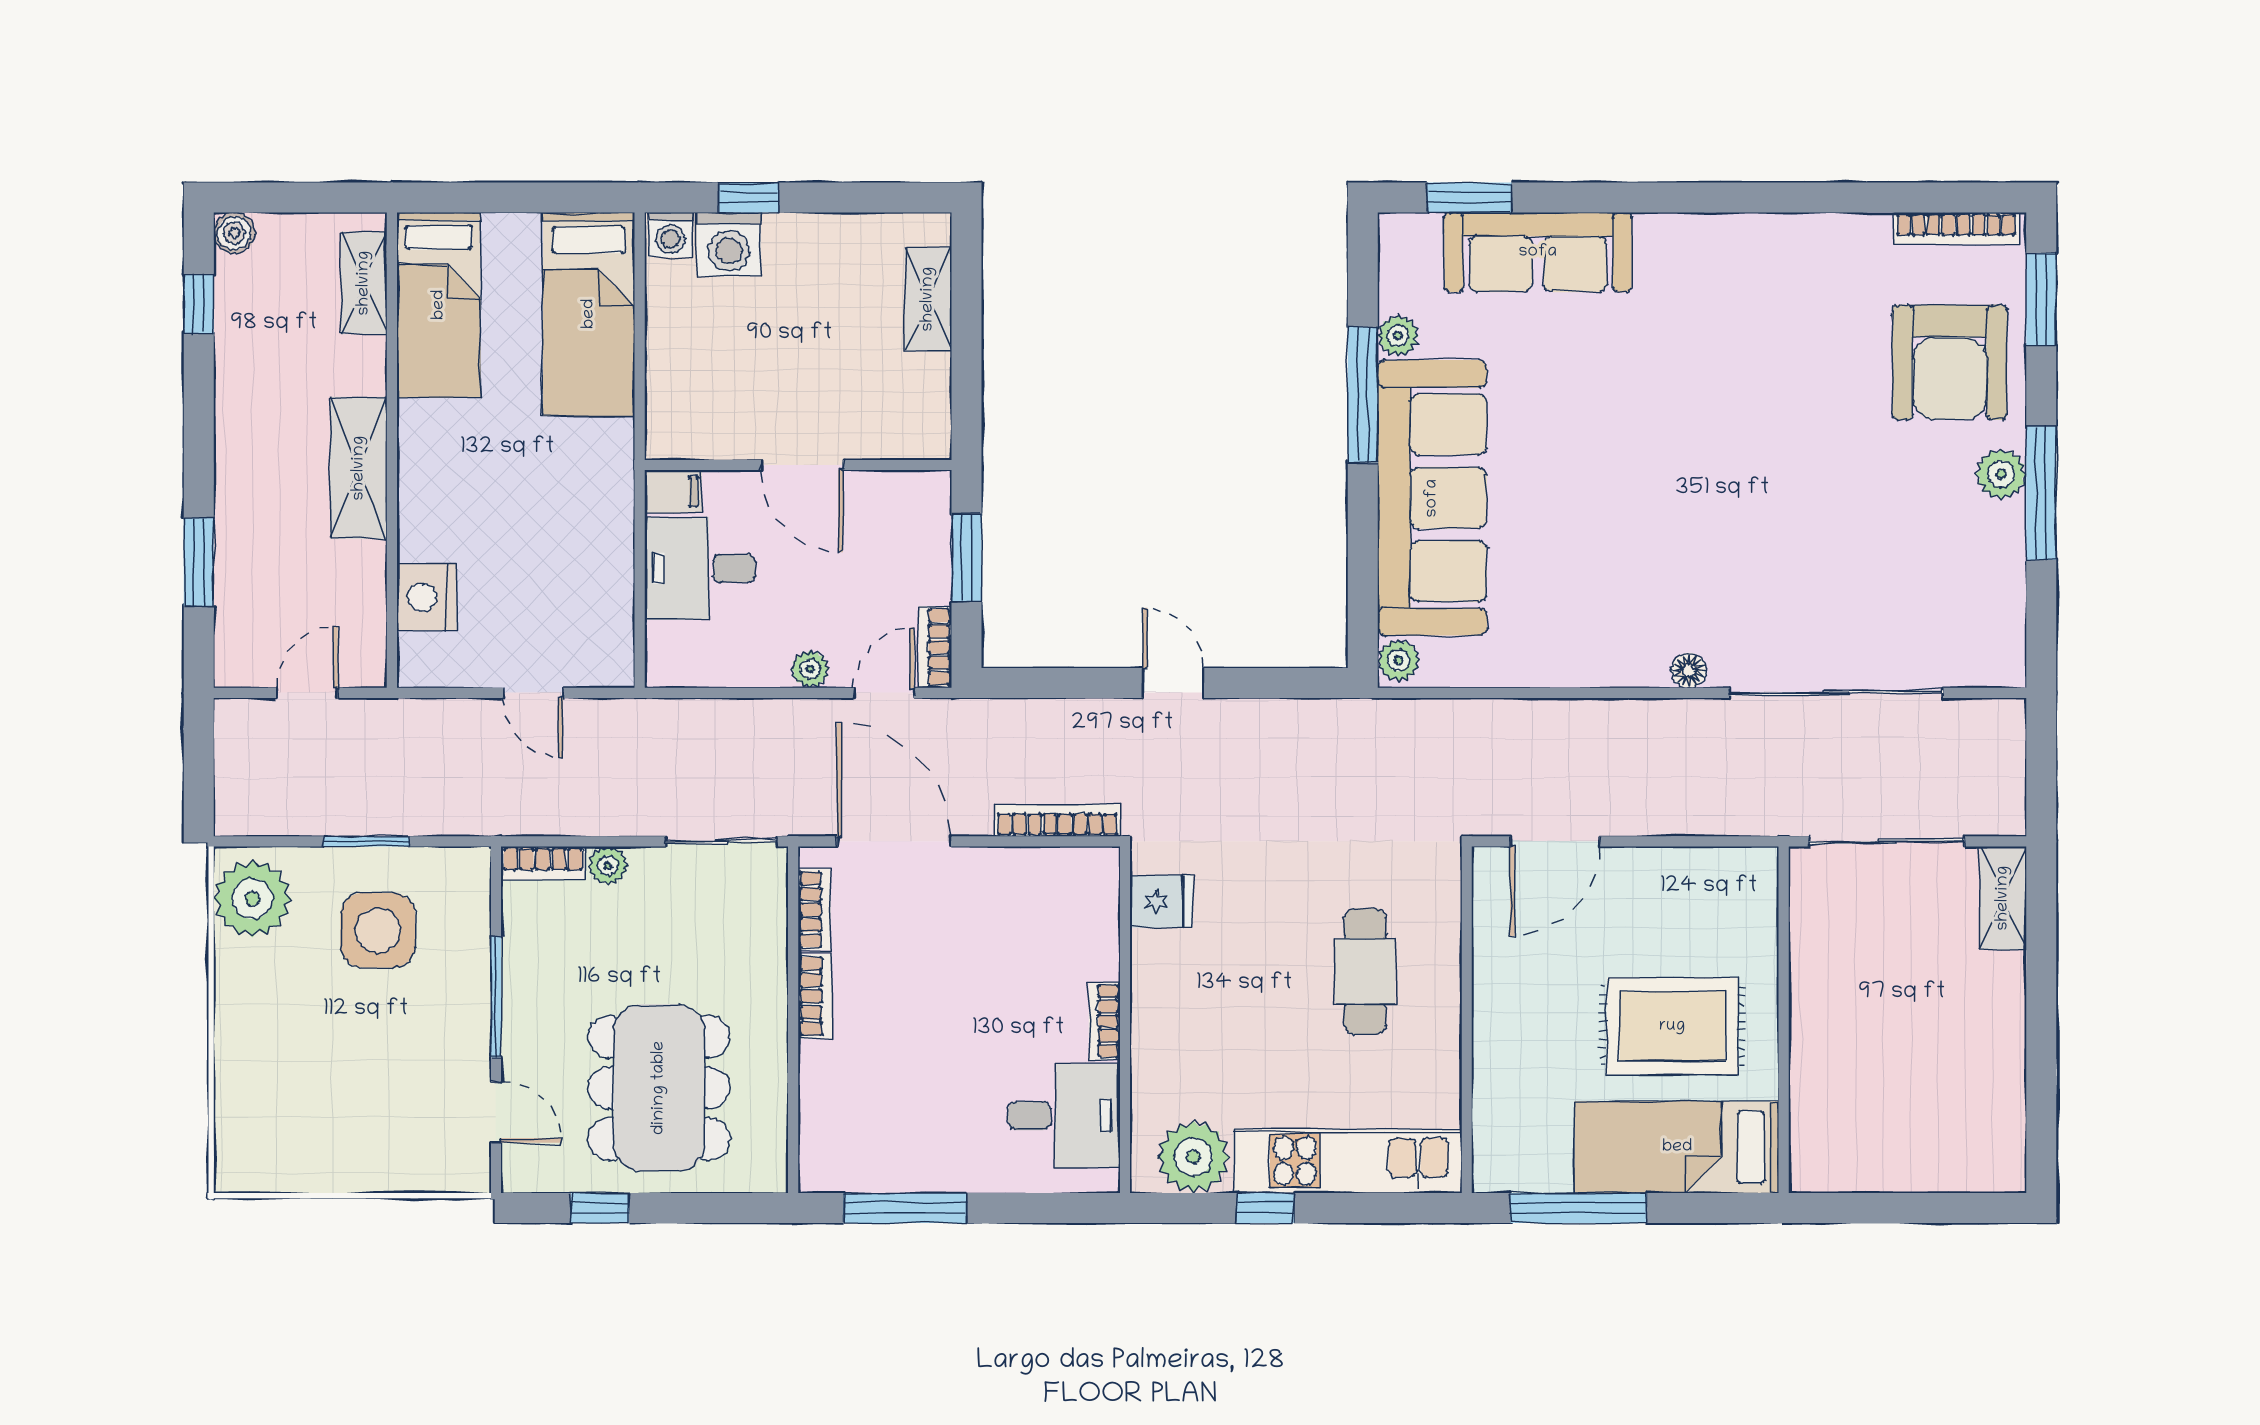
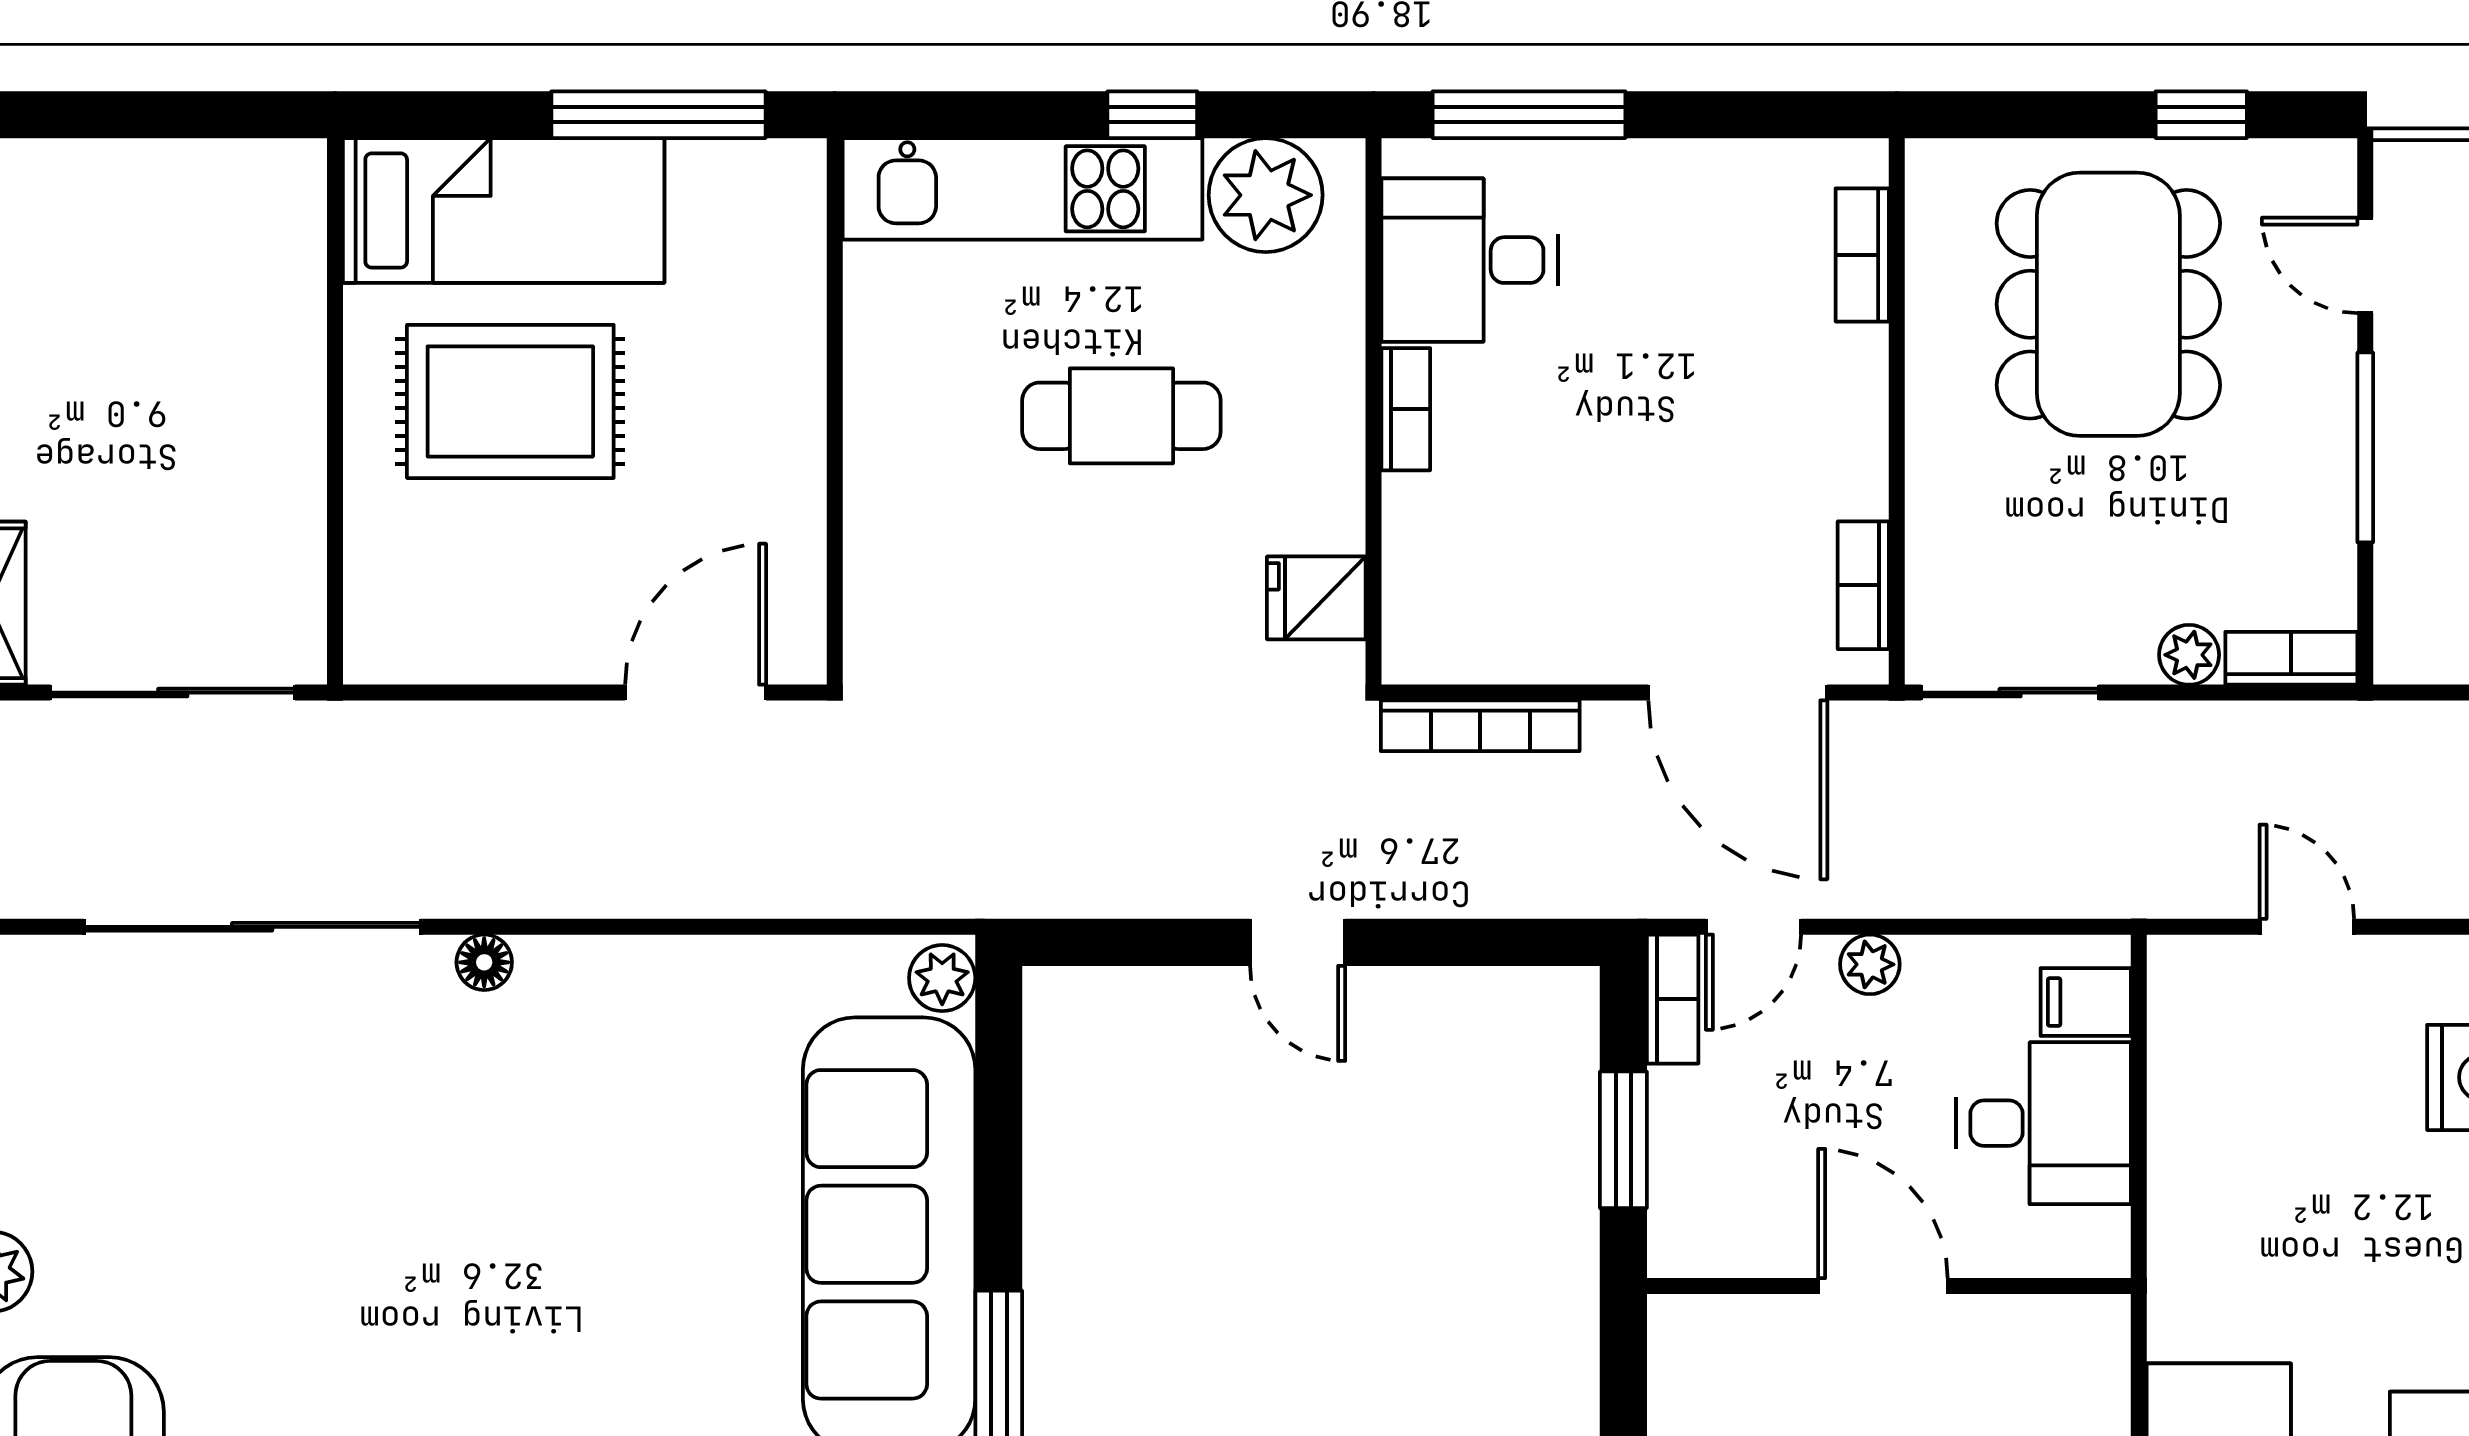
filing cabinet: (673, 491) -> (2086, 1002), moved
cafe table: (1365, 971) -> (1121, 416), moved, turned 90
bookcase: (815, 996) -> (1862, 255), moved
window: (905, 1208) -> (1529, 115), moved

